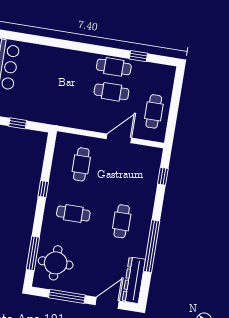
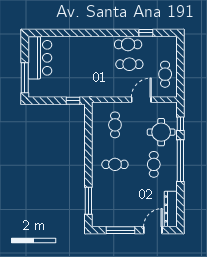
window: (18, 123) -> (73, 101), moved
window: (43, 189) -> (88, 149), removed
window: (152, 246) -> (180, 161), moved
round table: (56, 263) -> (161, 132), moved

